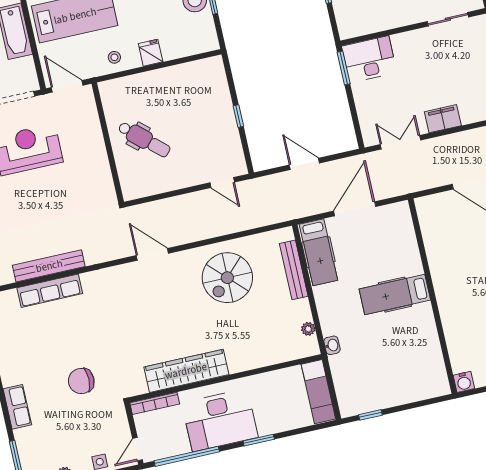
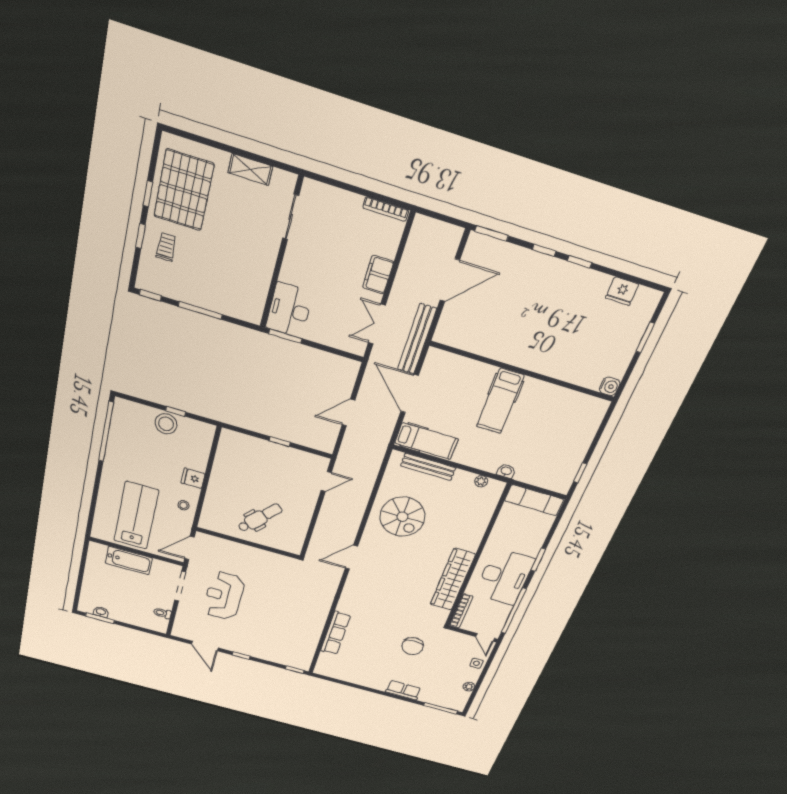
bench: (49, 266) -> (417, 339), moved

